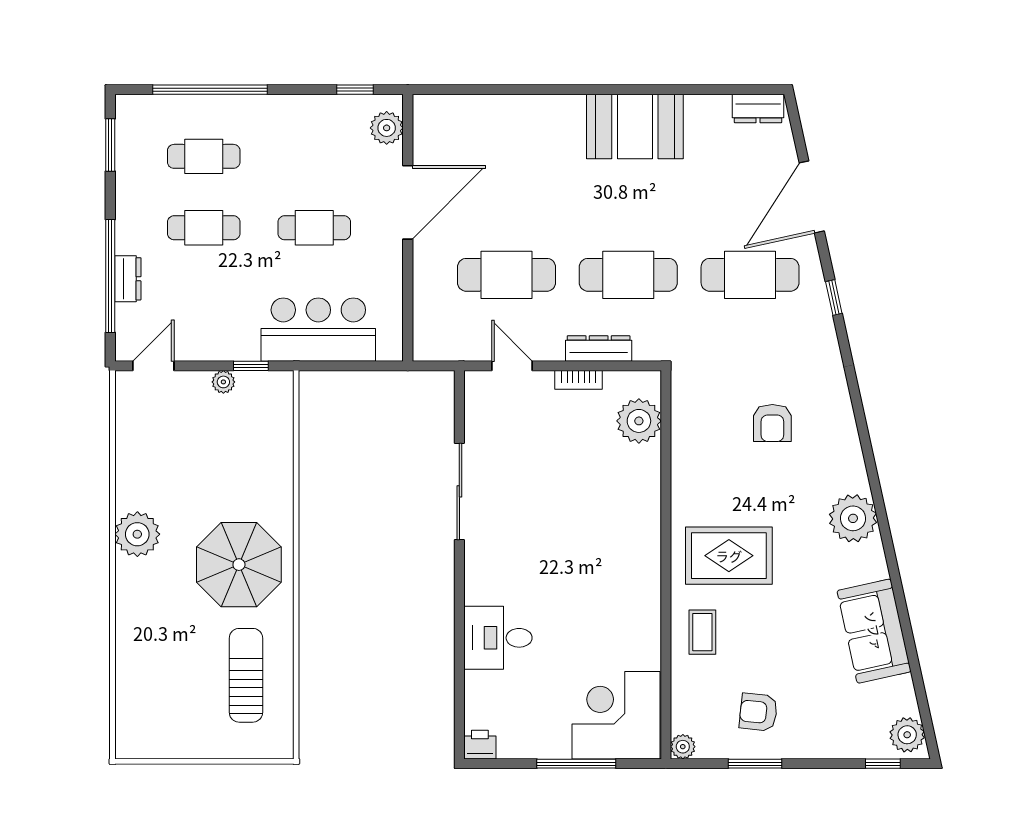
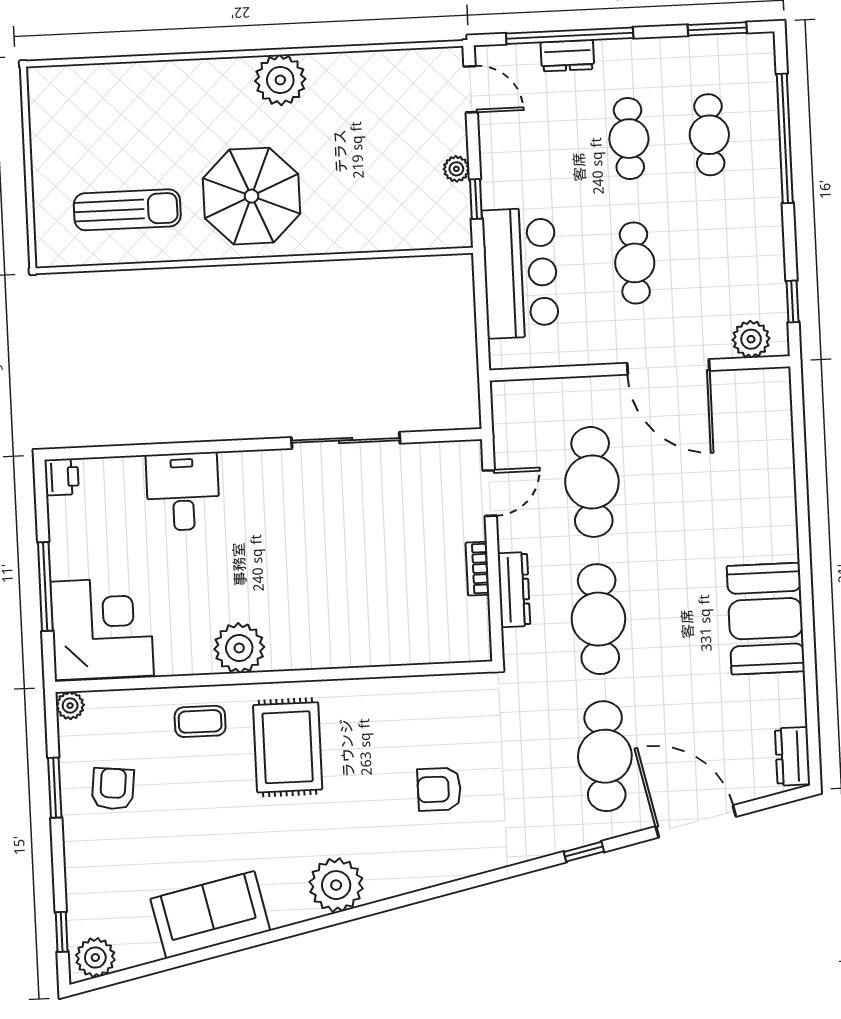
plant: (639, 421) -> (239, 648), moved

